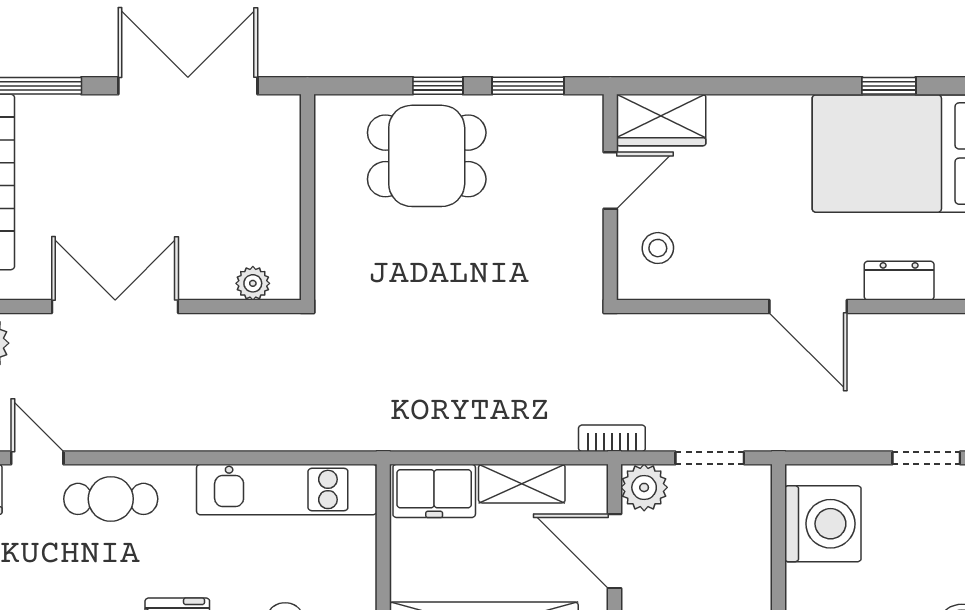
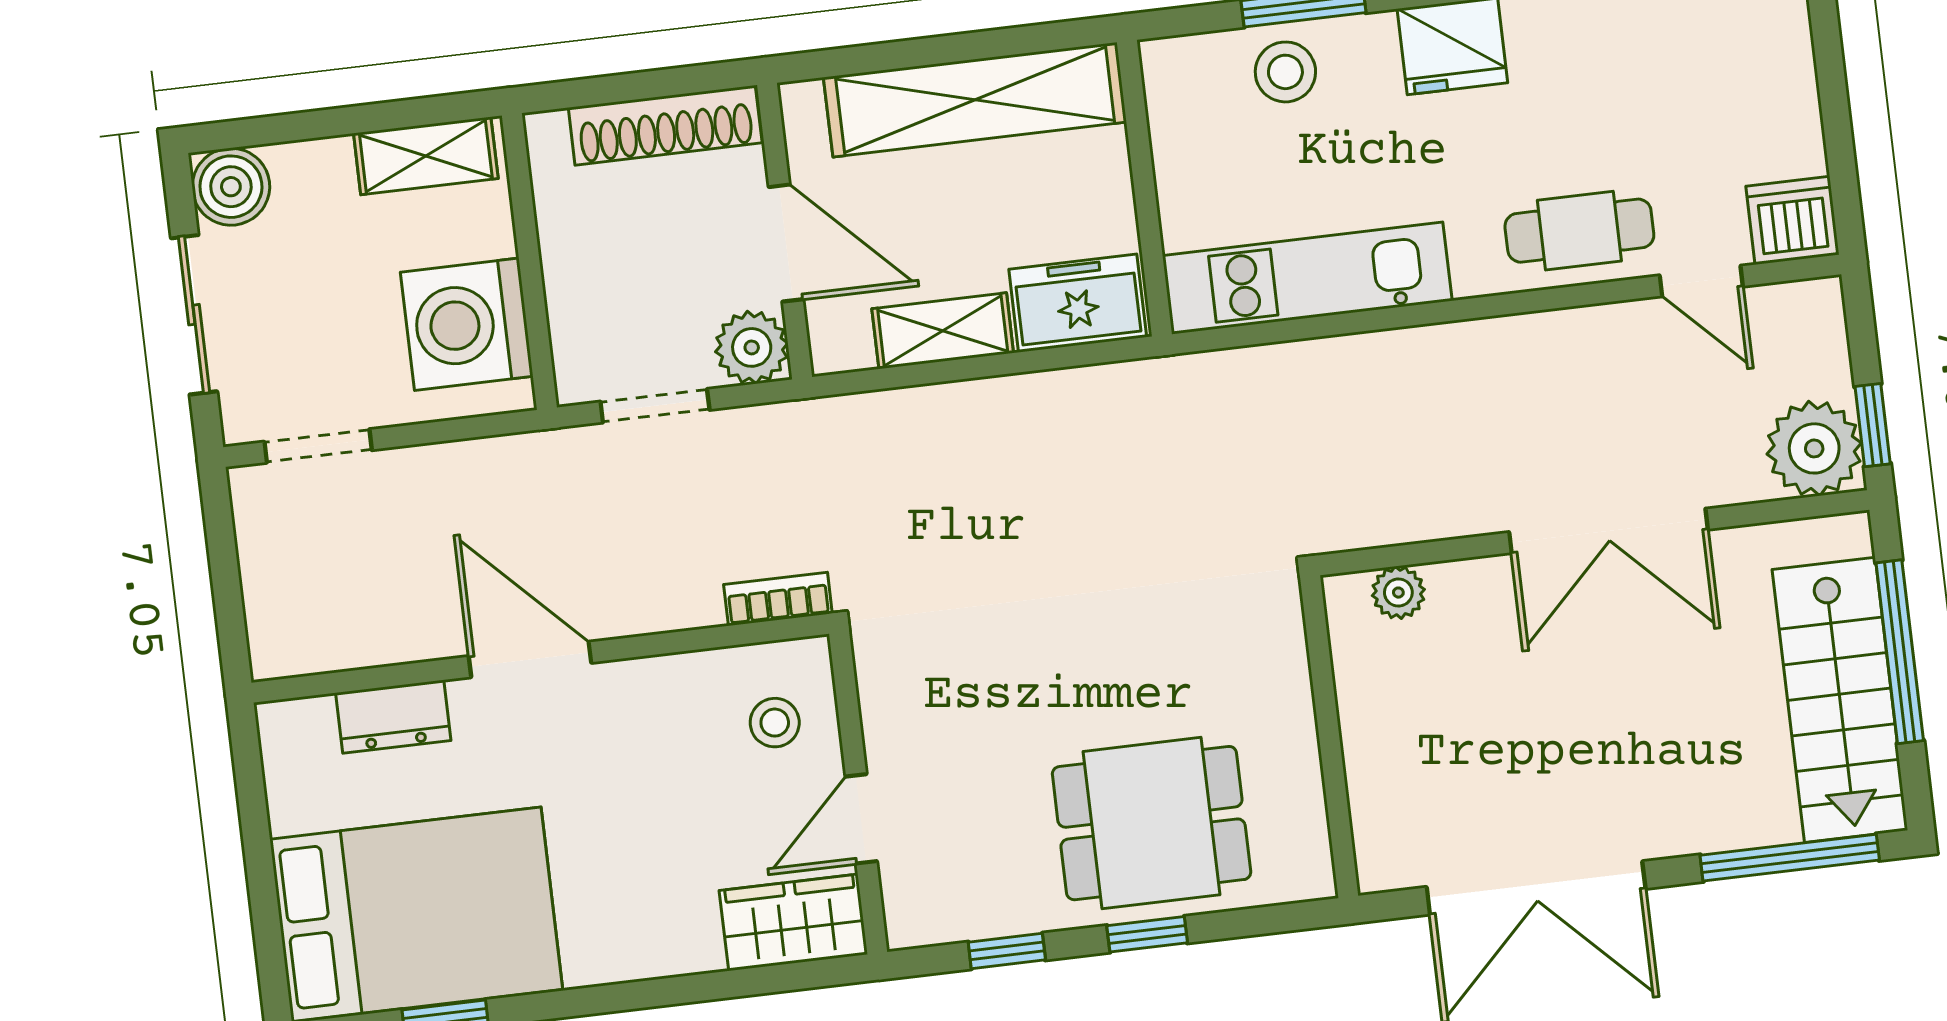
window: (528, 86) -> (1007, 951), width x0.67
bookcase: (612, 438) -> (778, 599), moved, turned 180

